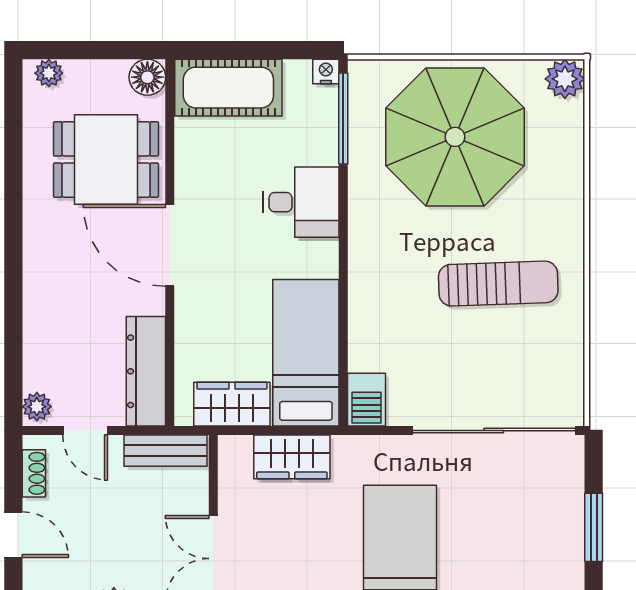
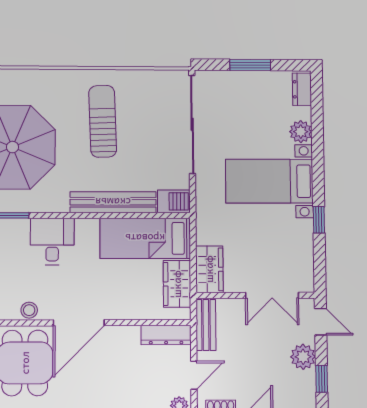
stool: (190, 166) -> (29, 310), added
bench: (365, 301) -> (113, 202), added
dresser: (146, 371) -> (166, 335), width x0.73, depth x0.80
wardrobe: (292, 457) -> (209, 269), moved

